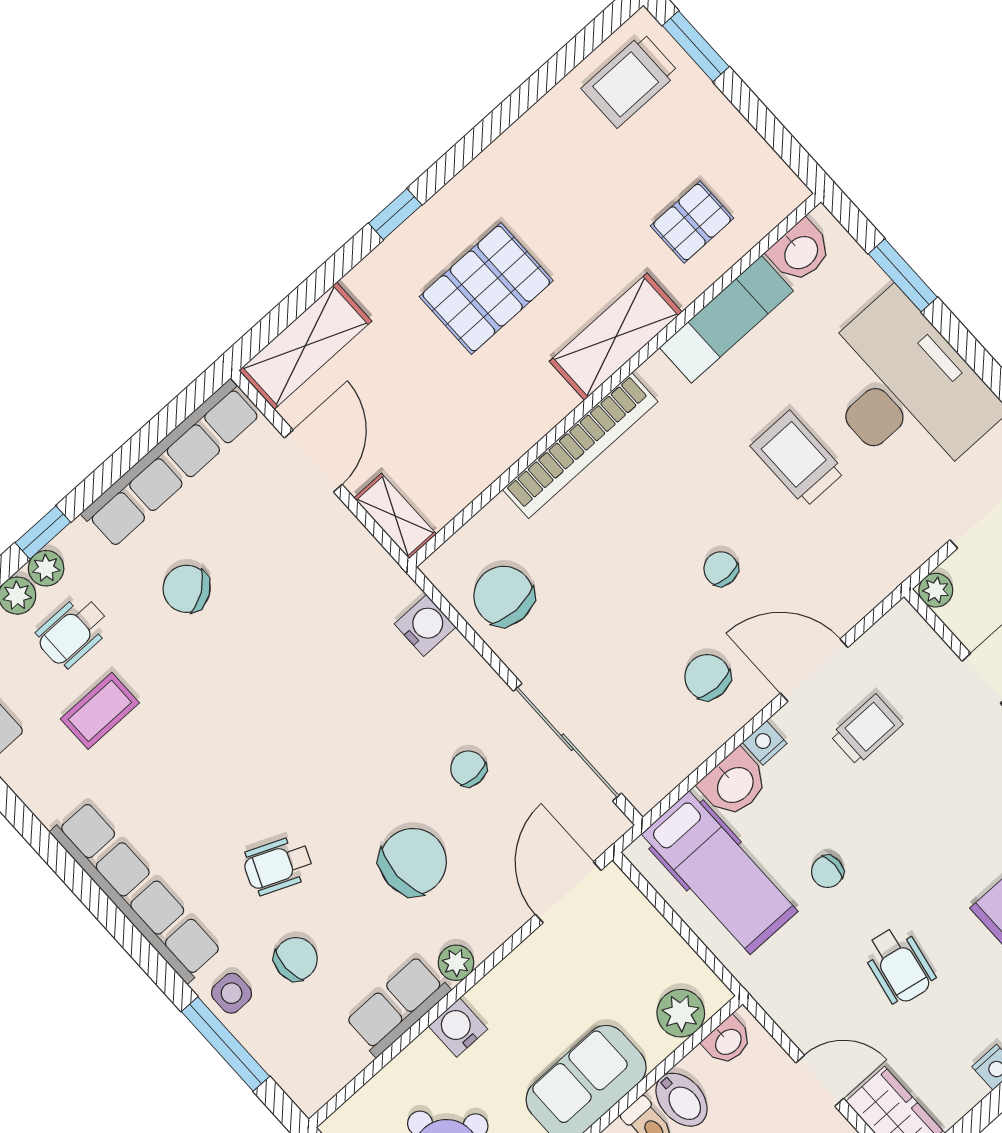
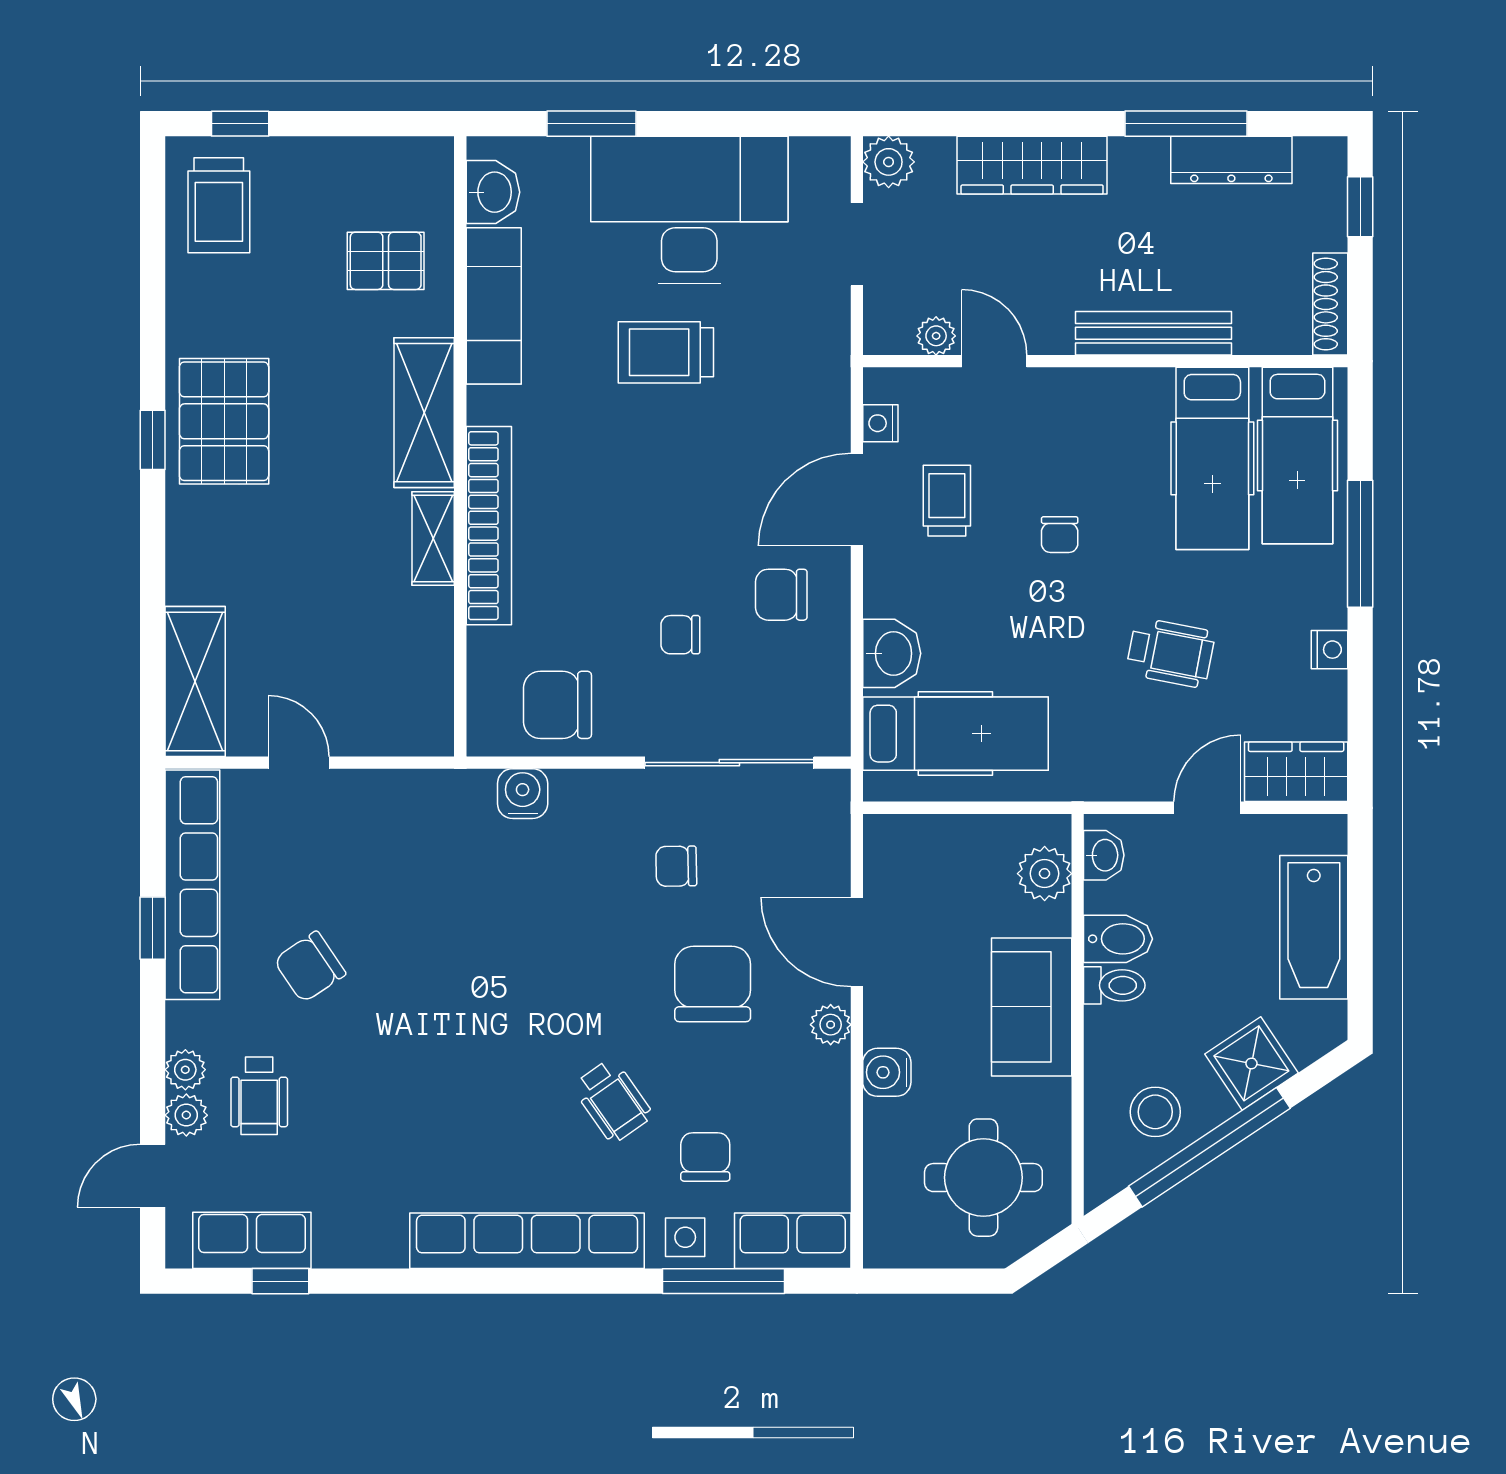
window: (696, 46) -> (240, 124), width x0.67
window: (395, 214) -> (153, 440), moved
pallet: (692, 222) -> (386, 261), turned 90
pallet: (486, 289) -> (224, 421), moved
door: (313, 461) -> (299, 763), width x0.73
shelving: (395, 516) -> (433, 539), moved, turned 90
window: (43, 532) -> (153, 928), moved
chair: (721, 569) -> (680, 635), moved
plant: (936, 590) -> (936, 336), moved
coffee table: (100, 711) -> (347, 1133), removed
nightstand: (765, 743) -> (880, 423), moved
wheelchair: (278, 865) -> (613, 1101), turned -58
chair: (827, 872) -> (1060, 535), moved
door: (568, 892) -> (857, 942), moved
row of seats: (398, 1006) -> (793, 1241), moved, turned 90

